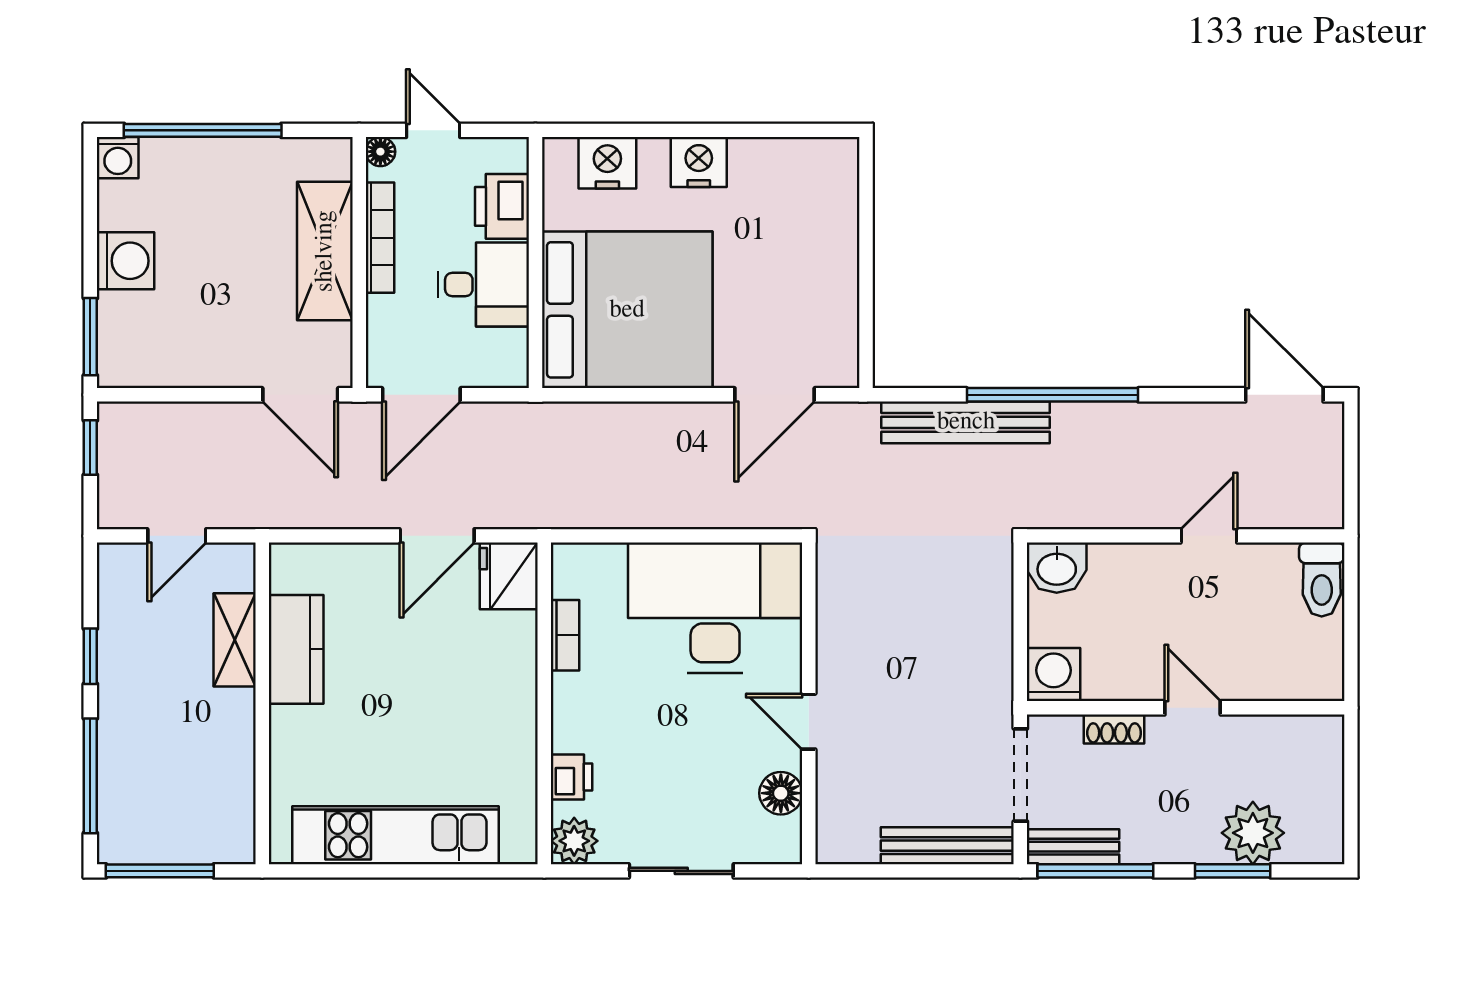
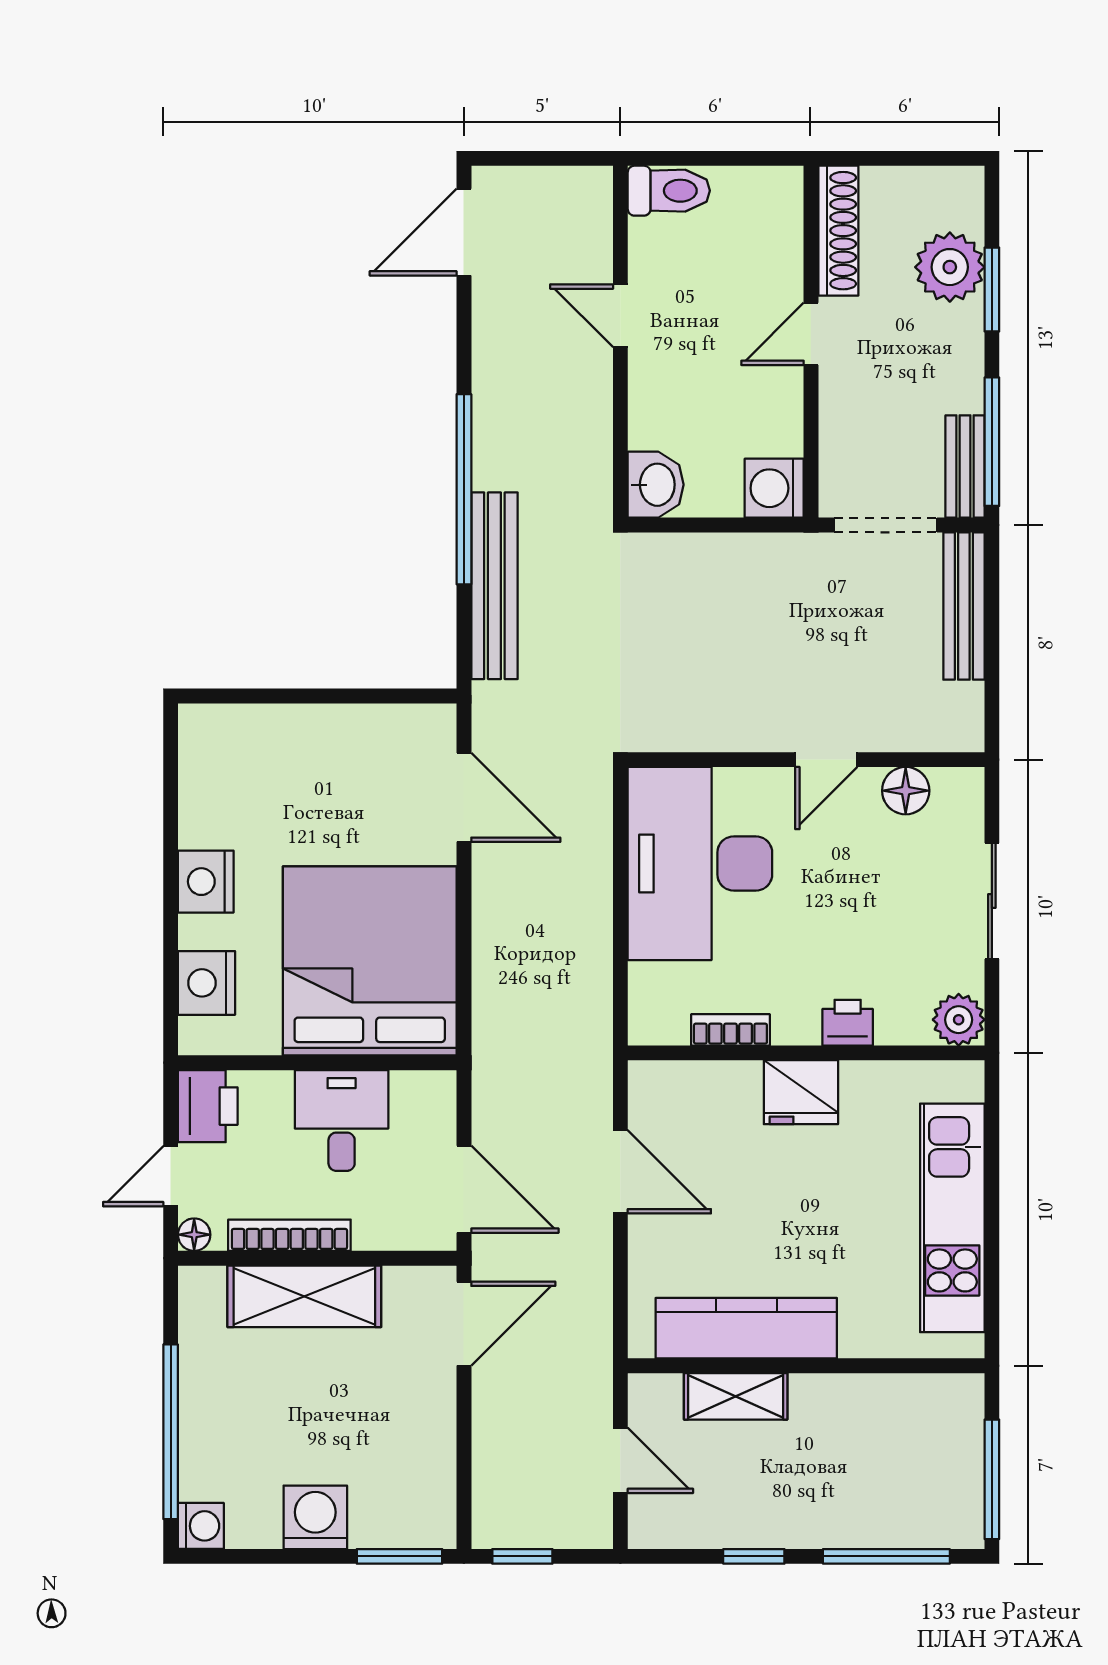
printer: (502, 206) -> (208, 1106), moved, turned -90
fridge: (509, 576) -> (801, 1092), moved
kitchen counter: (296, 649) -> (746, 1328), width x1.50
shoe rack: (1114, 729) -> (838, 231), moved, width x1.94, depth x1.24
printer: (572, 777) -> (848, 1023), moved

